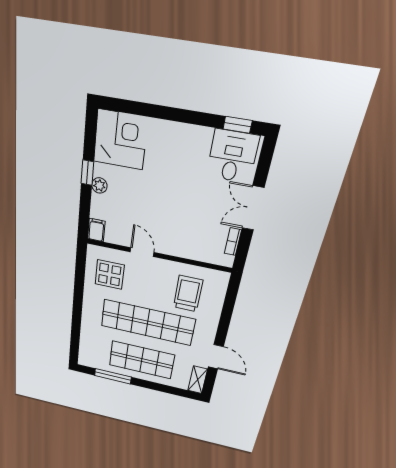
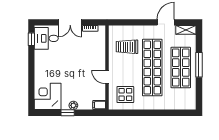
door: (142, 252) -> (107, 77), hinge flipped
window: (113, 376) -> (199, 65), moved

